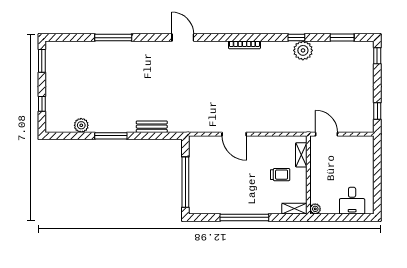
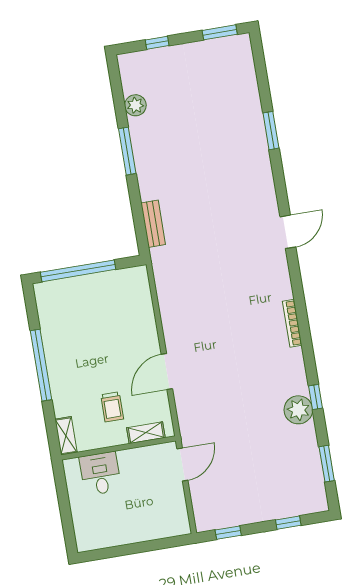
window: (113, 38) -> (271, 131), width x0.69
window: (377, 56) -> (288, 523), moved
bench: (152, 127) -> (153, 224), moved
door: (234, 134) -> (167, 372), moved
desk: (352, 201) -> (100, 474), moved, turned 90
plant: (315, 209) -> (71, 466), removed

